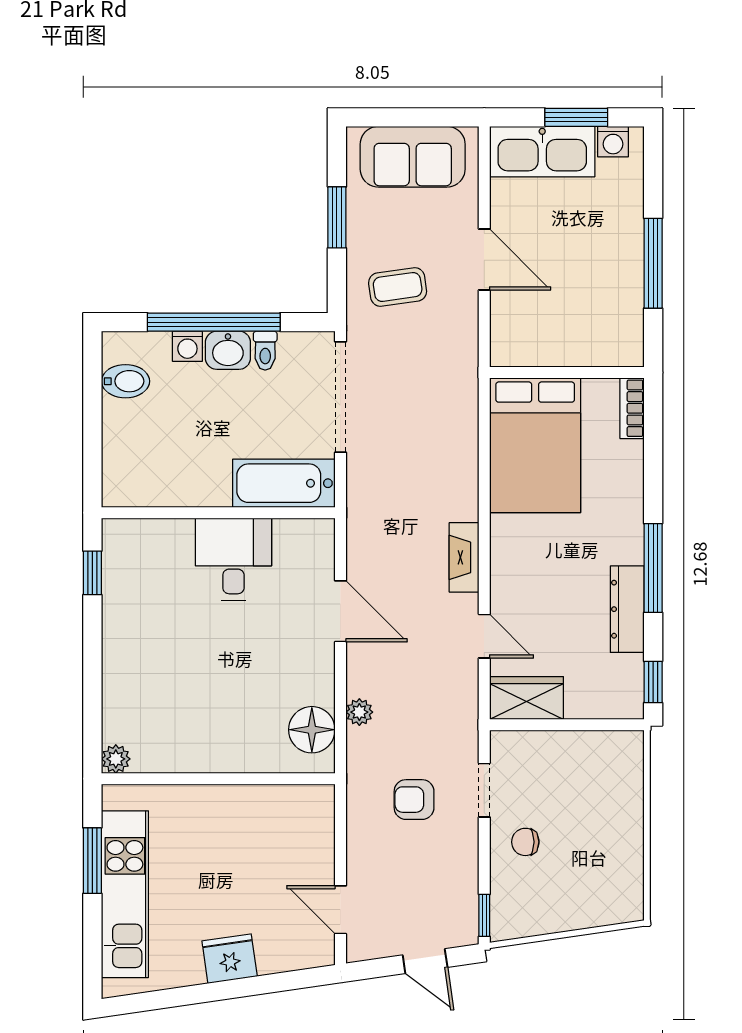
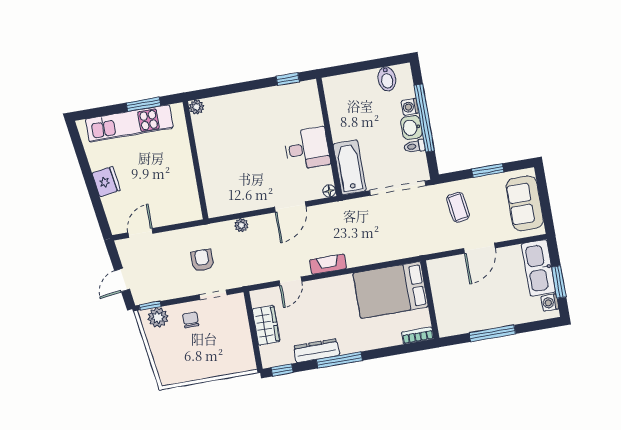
wardrobe: (526, 698) -> (266, 325), moved
floor lamp: (312, 730) -> (329, 191), moved, width x0.53, depth x0.53
plant: (510, 904) -> (158, 318), added

